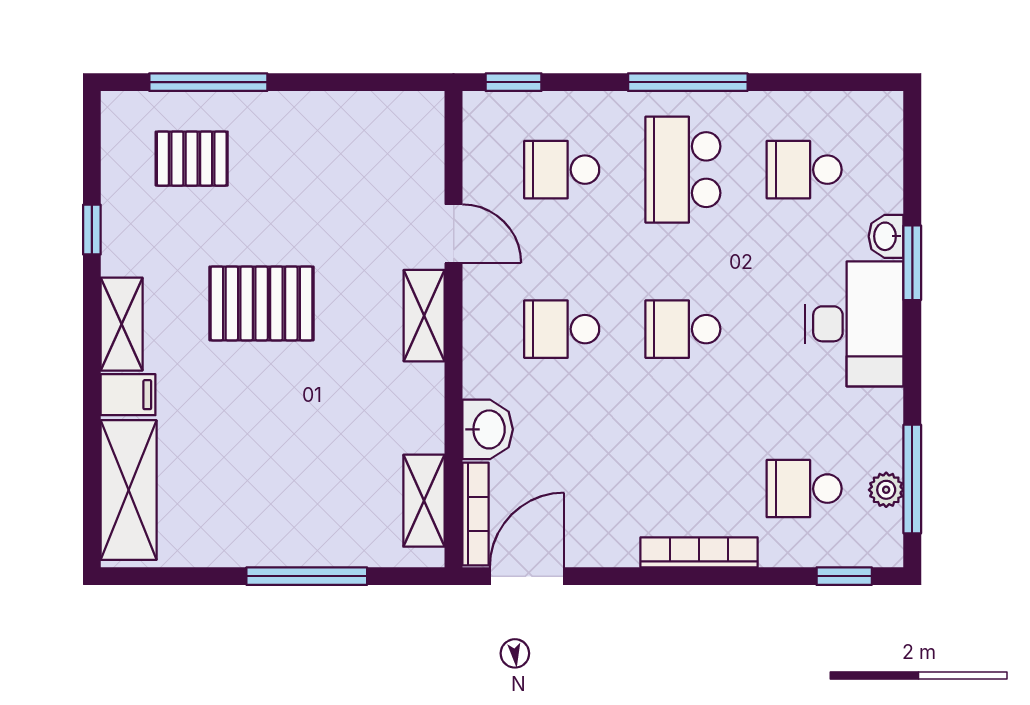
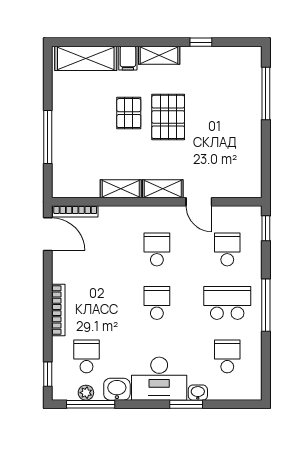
pallet: (192, 159) -> (129, 113), moved
door: (454, 234) -> (199, 202), hinge flipped
washbasin: (488, 429) -> (117, 389), moved, turned 180
shelving: (424, 501) -> (121, 189), moved

